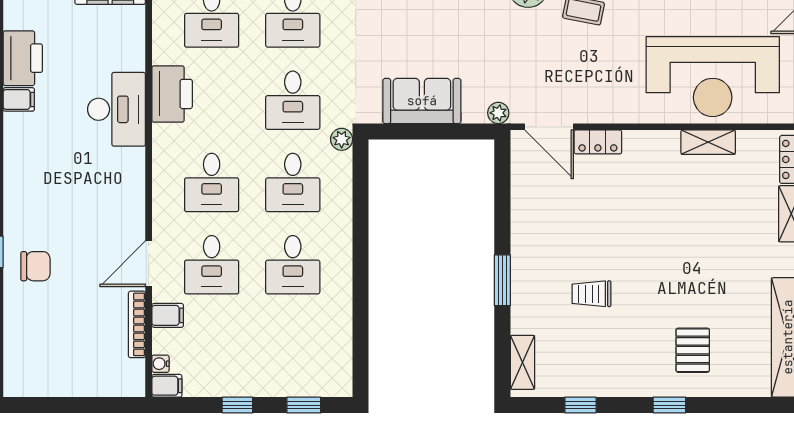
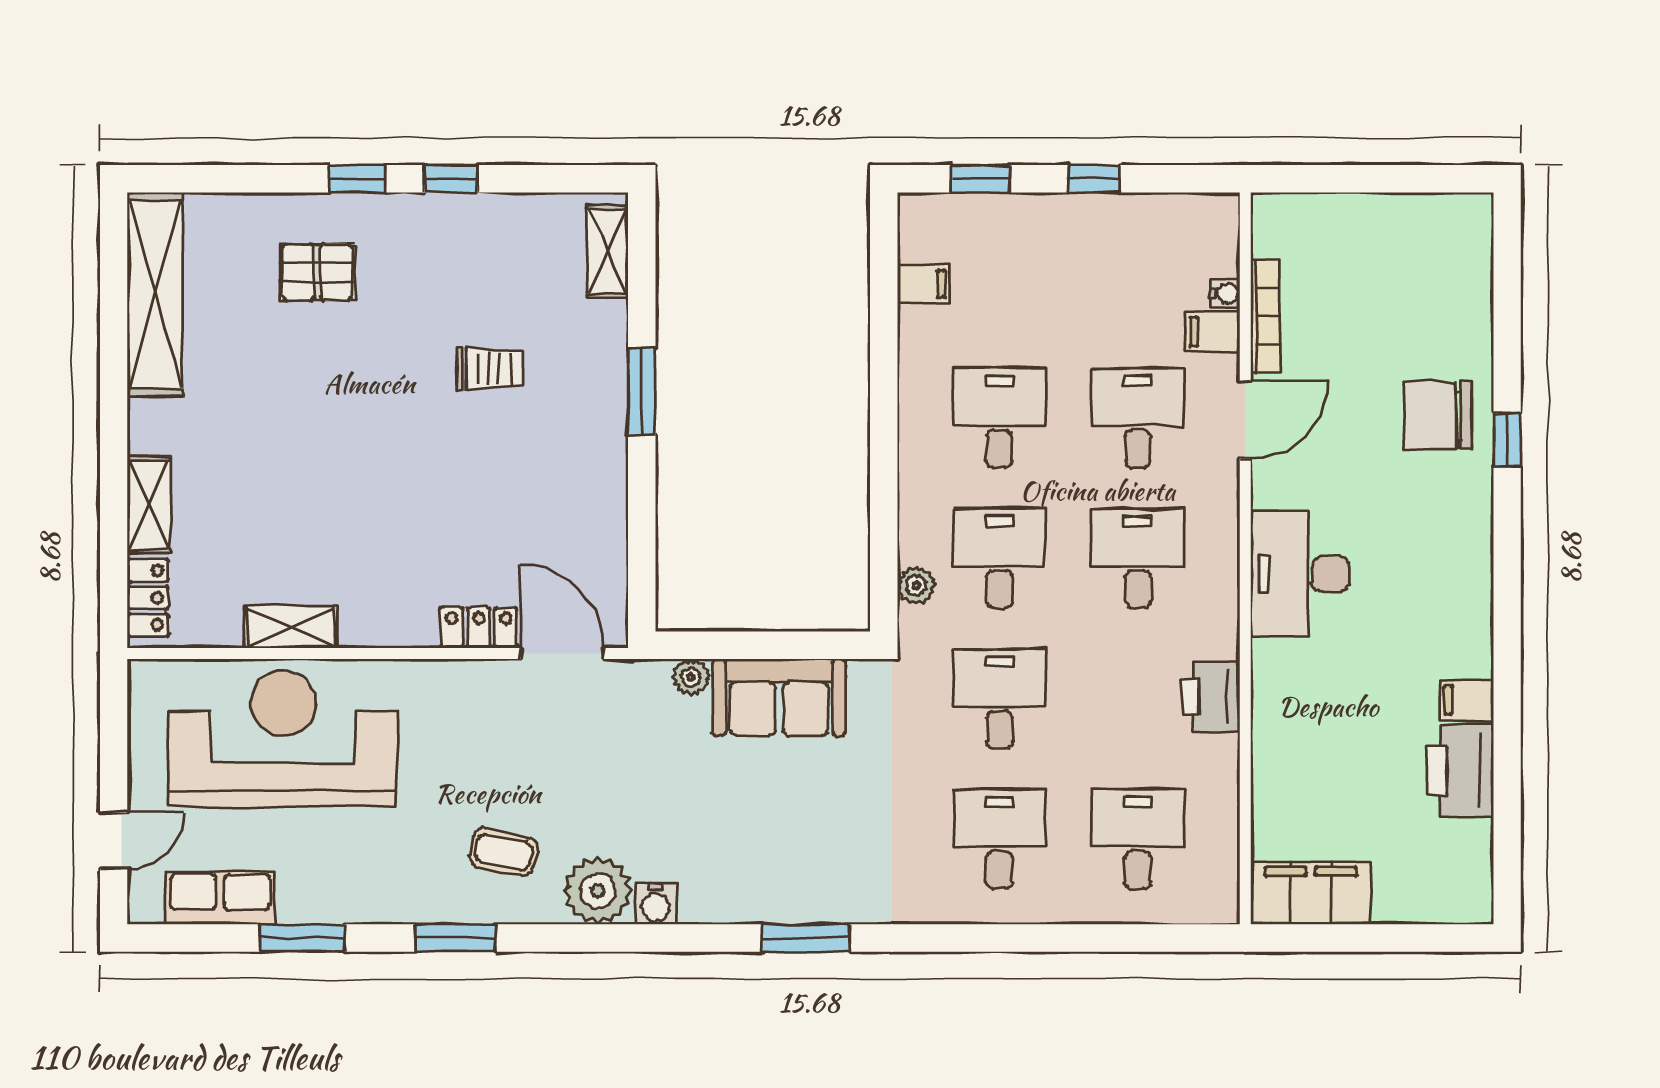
printer: (172, 94) -> (1211, 696), width x0.73, depth x0.84
desk: (116, 109) -> (1300, 574), moved
plant: (498, 113) -> (691, 677), moved
plant: (342, 139) -> (916, 585), moved
chair: (35, 266) -> (1438, 416), width x1.37, depth x1.37
pallet: (693, 350) -> (317, 272), turned 90
water cooler: (160, 364) -> (1225, 293), moved
filing cabinet: (167, 386) -> (923, 284), moved, turned 180
window: (580, 405) -> (451, 179), moved

